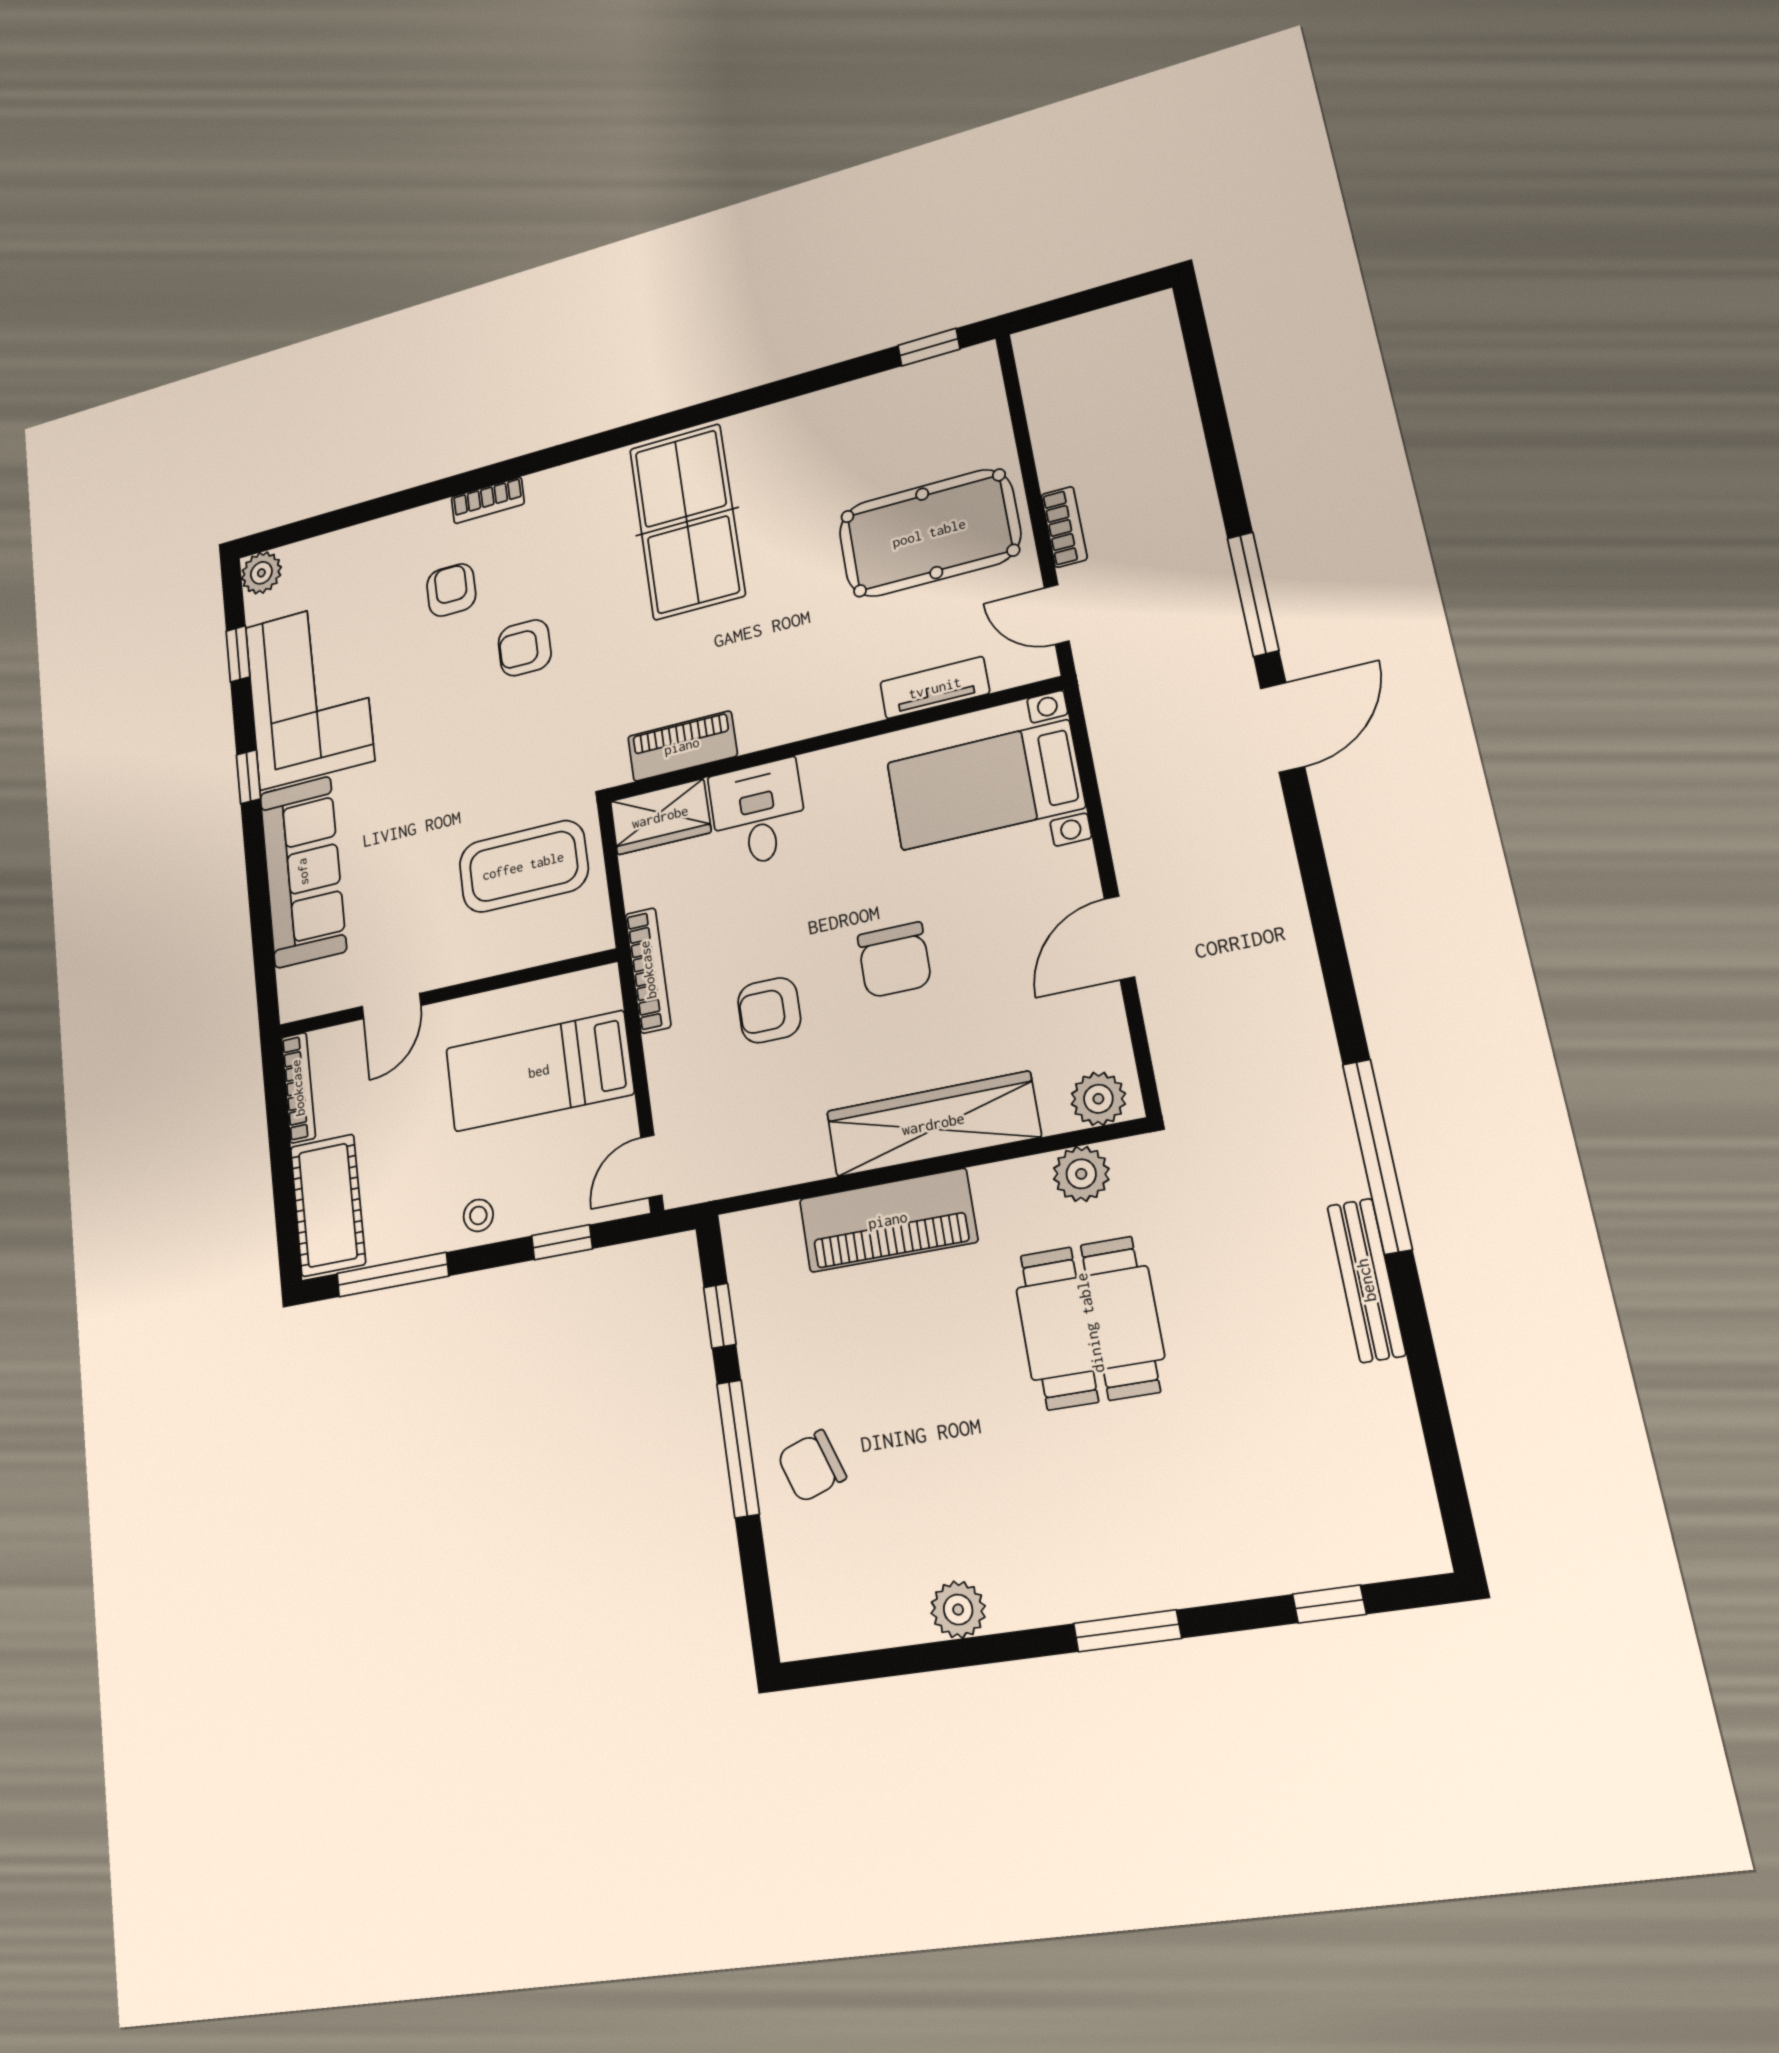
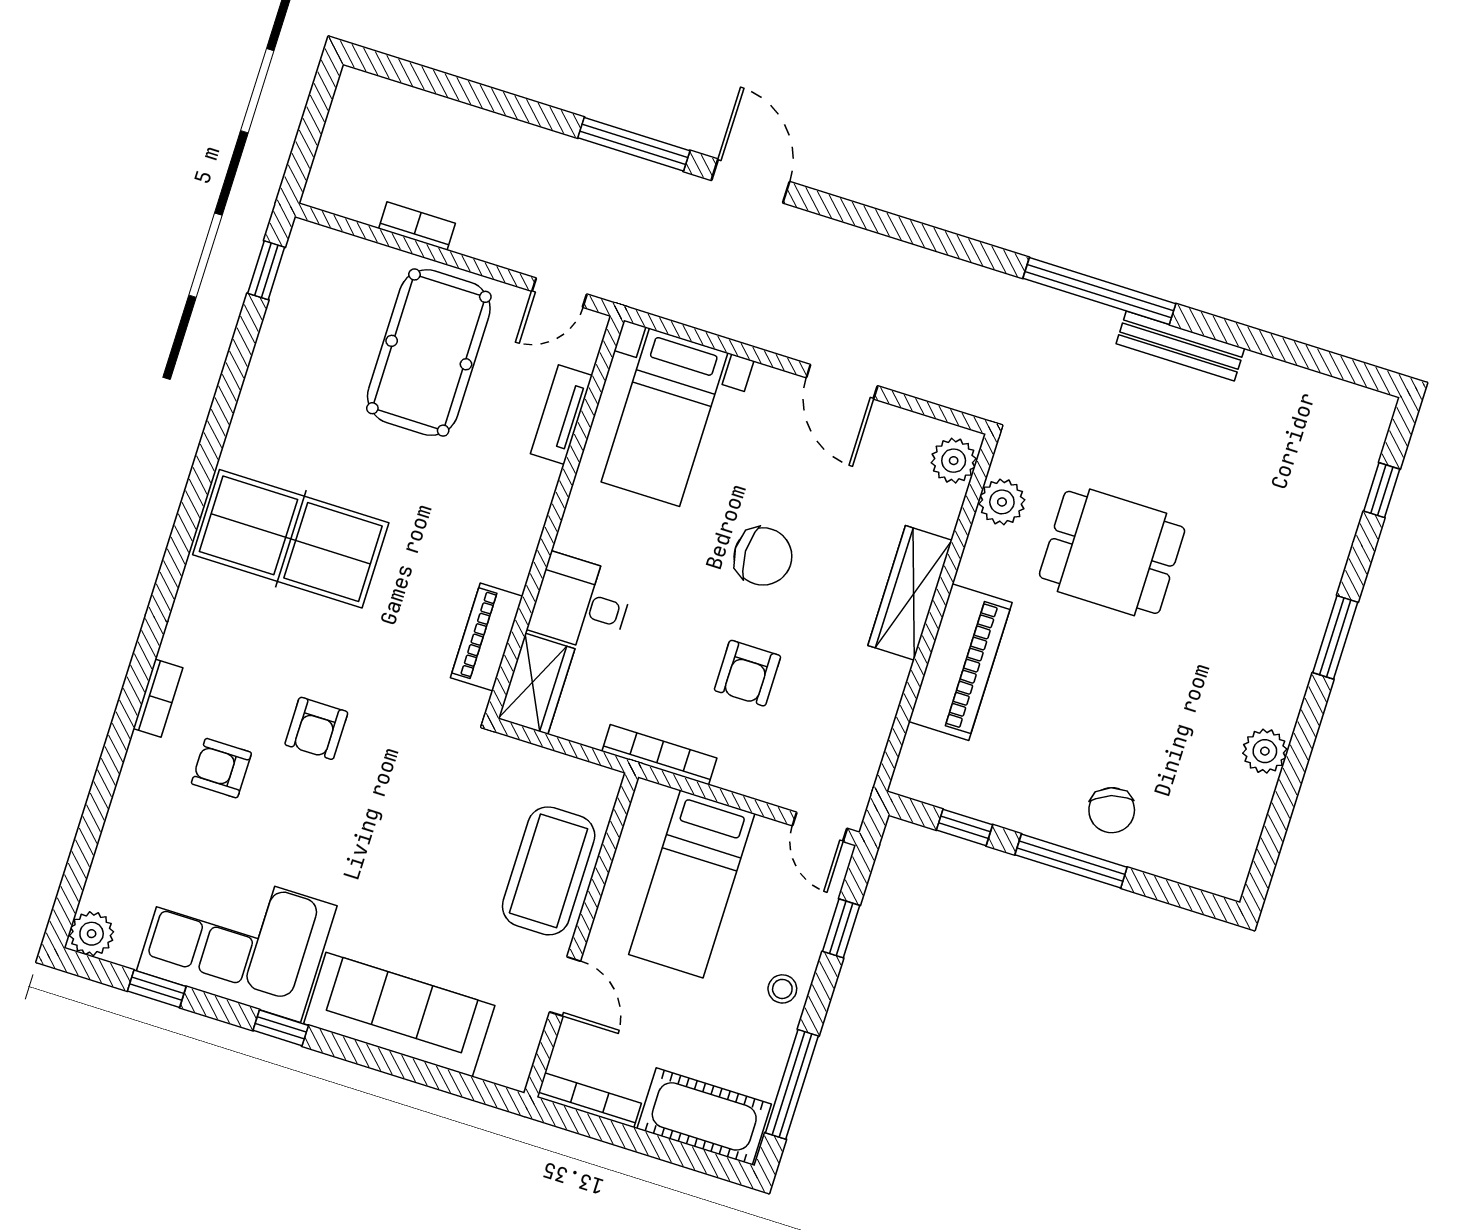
bookcase: (1064, 527) -> (417, 226), moved
coffee table: (523, 866) -> (549, 871), moved
wardrobe: (933, 1124) -> (910, 593), width x0.71, depth x0.85

